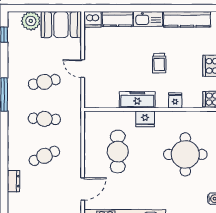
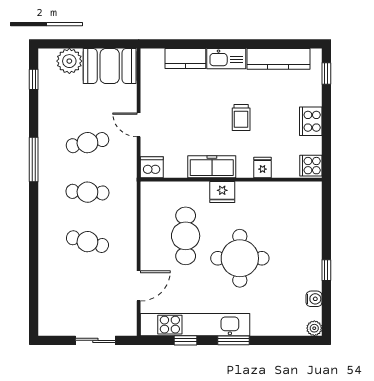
dishwasher: (92, 19) -> (152, 167), moved, turned 180
round table: (185, 154) -> (240, 258), moved
cafe table: (44, 156) -> (87, 242), turned 39
dresser: (14, 181) -> (46, 276), removed

